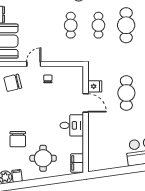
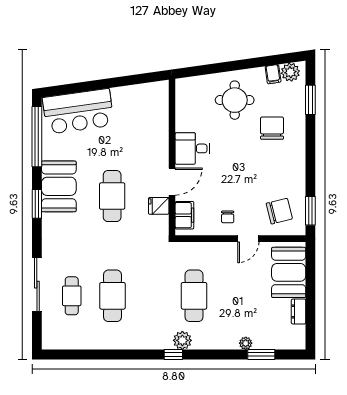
cafe table: (71, 25) -> (194, 296), width x1.37, depth x1.35
cafe table: (98, 25) -> (153, 296), removed
door: (86, 103) -> (172, 182), swing flipped
filing cabinet: (77, 163) -> (184, 215), moved

